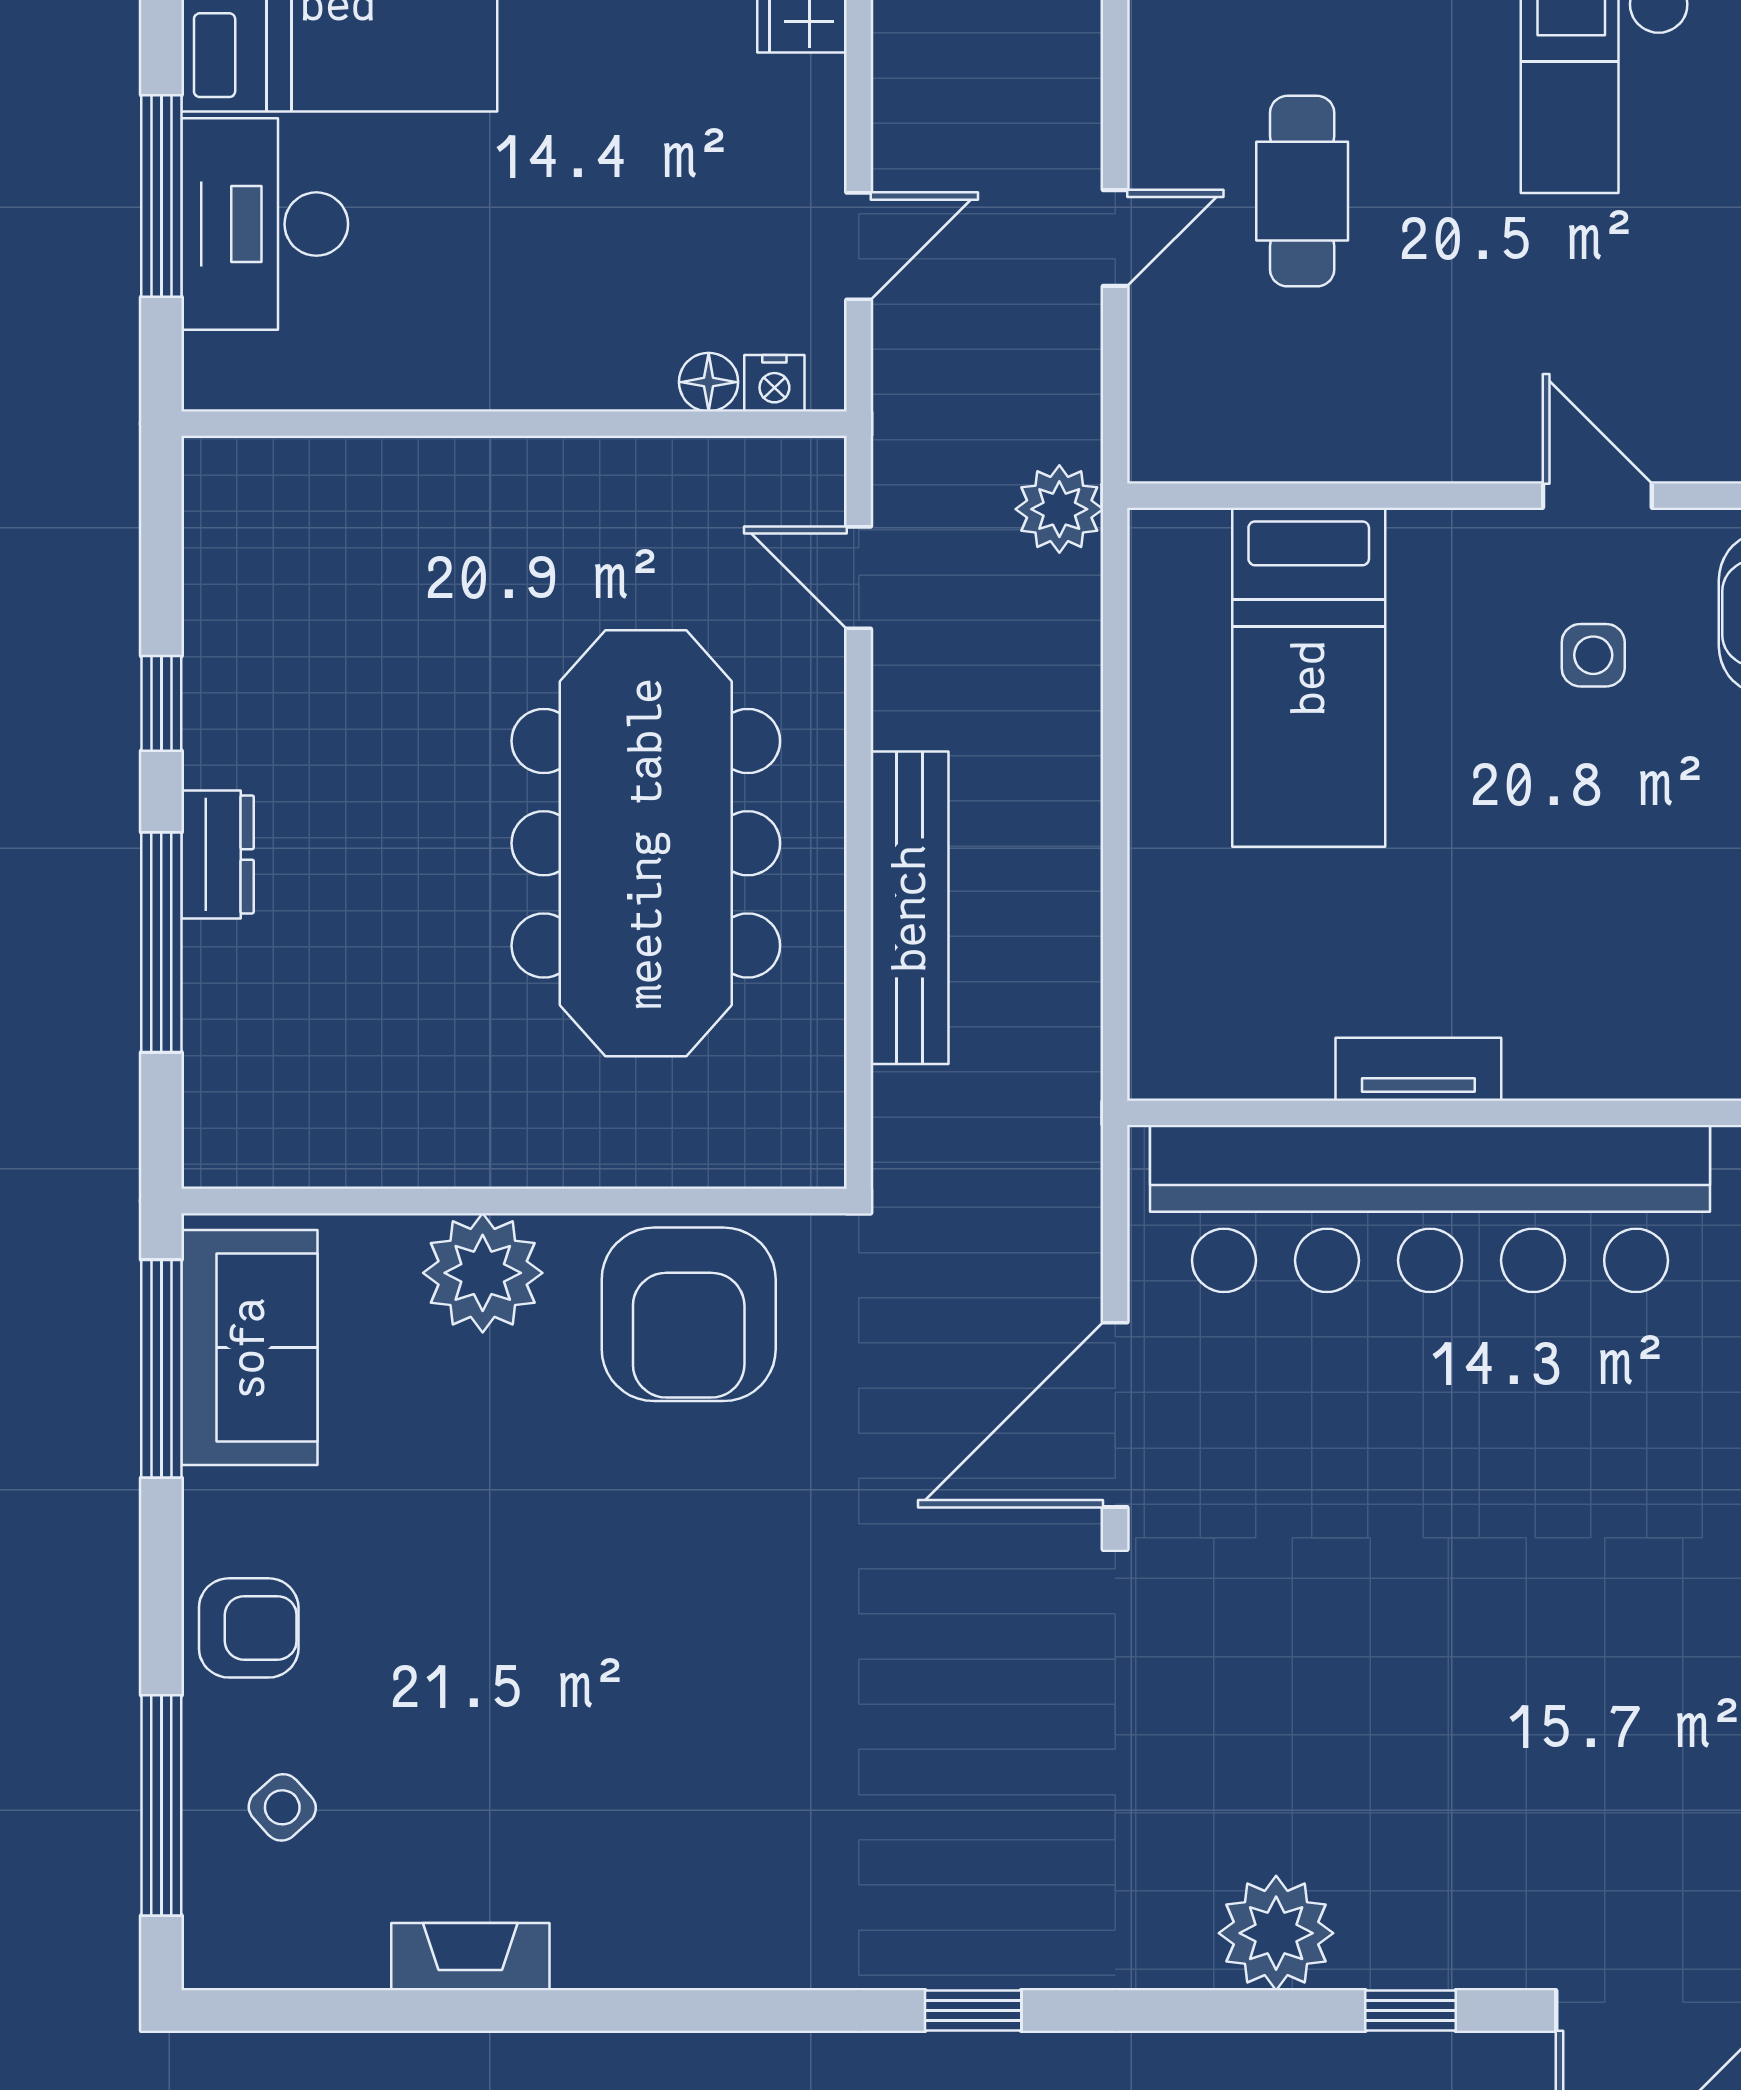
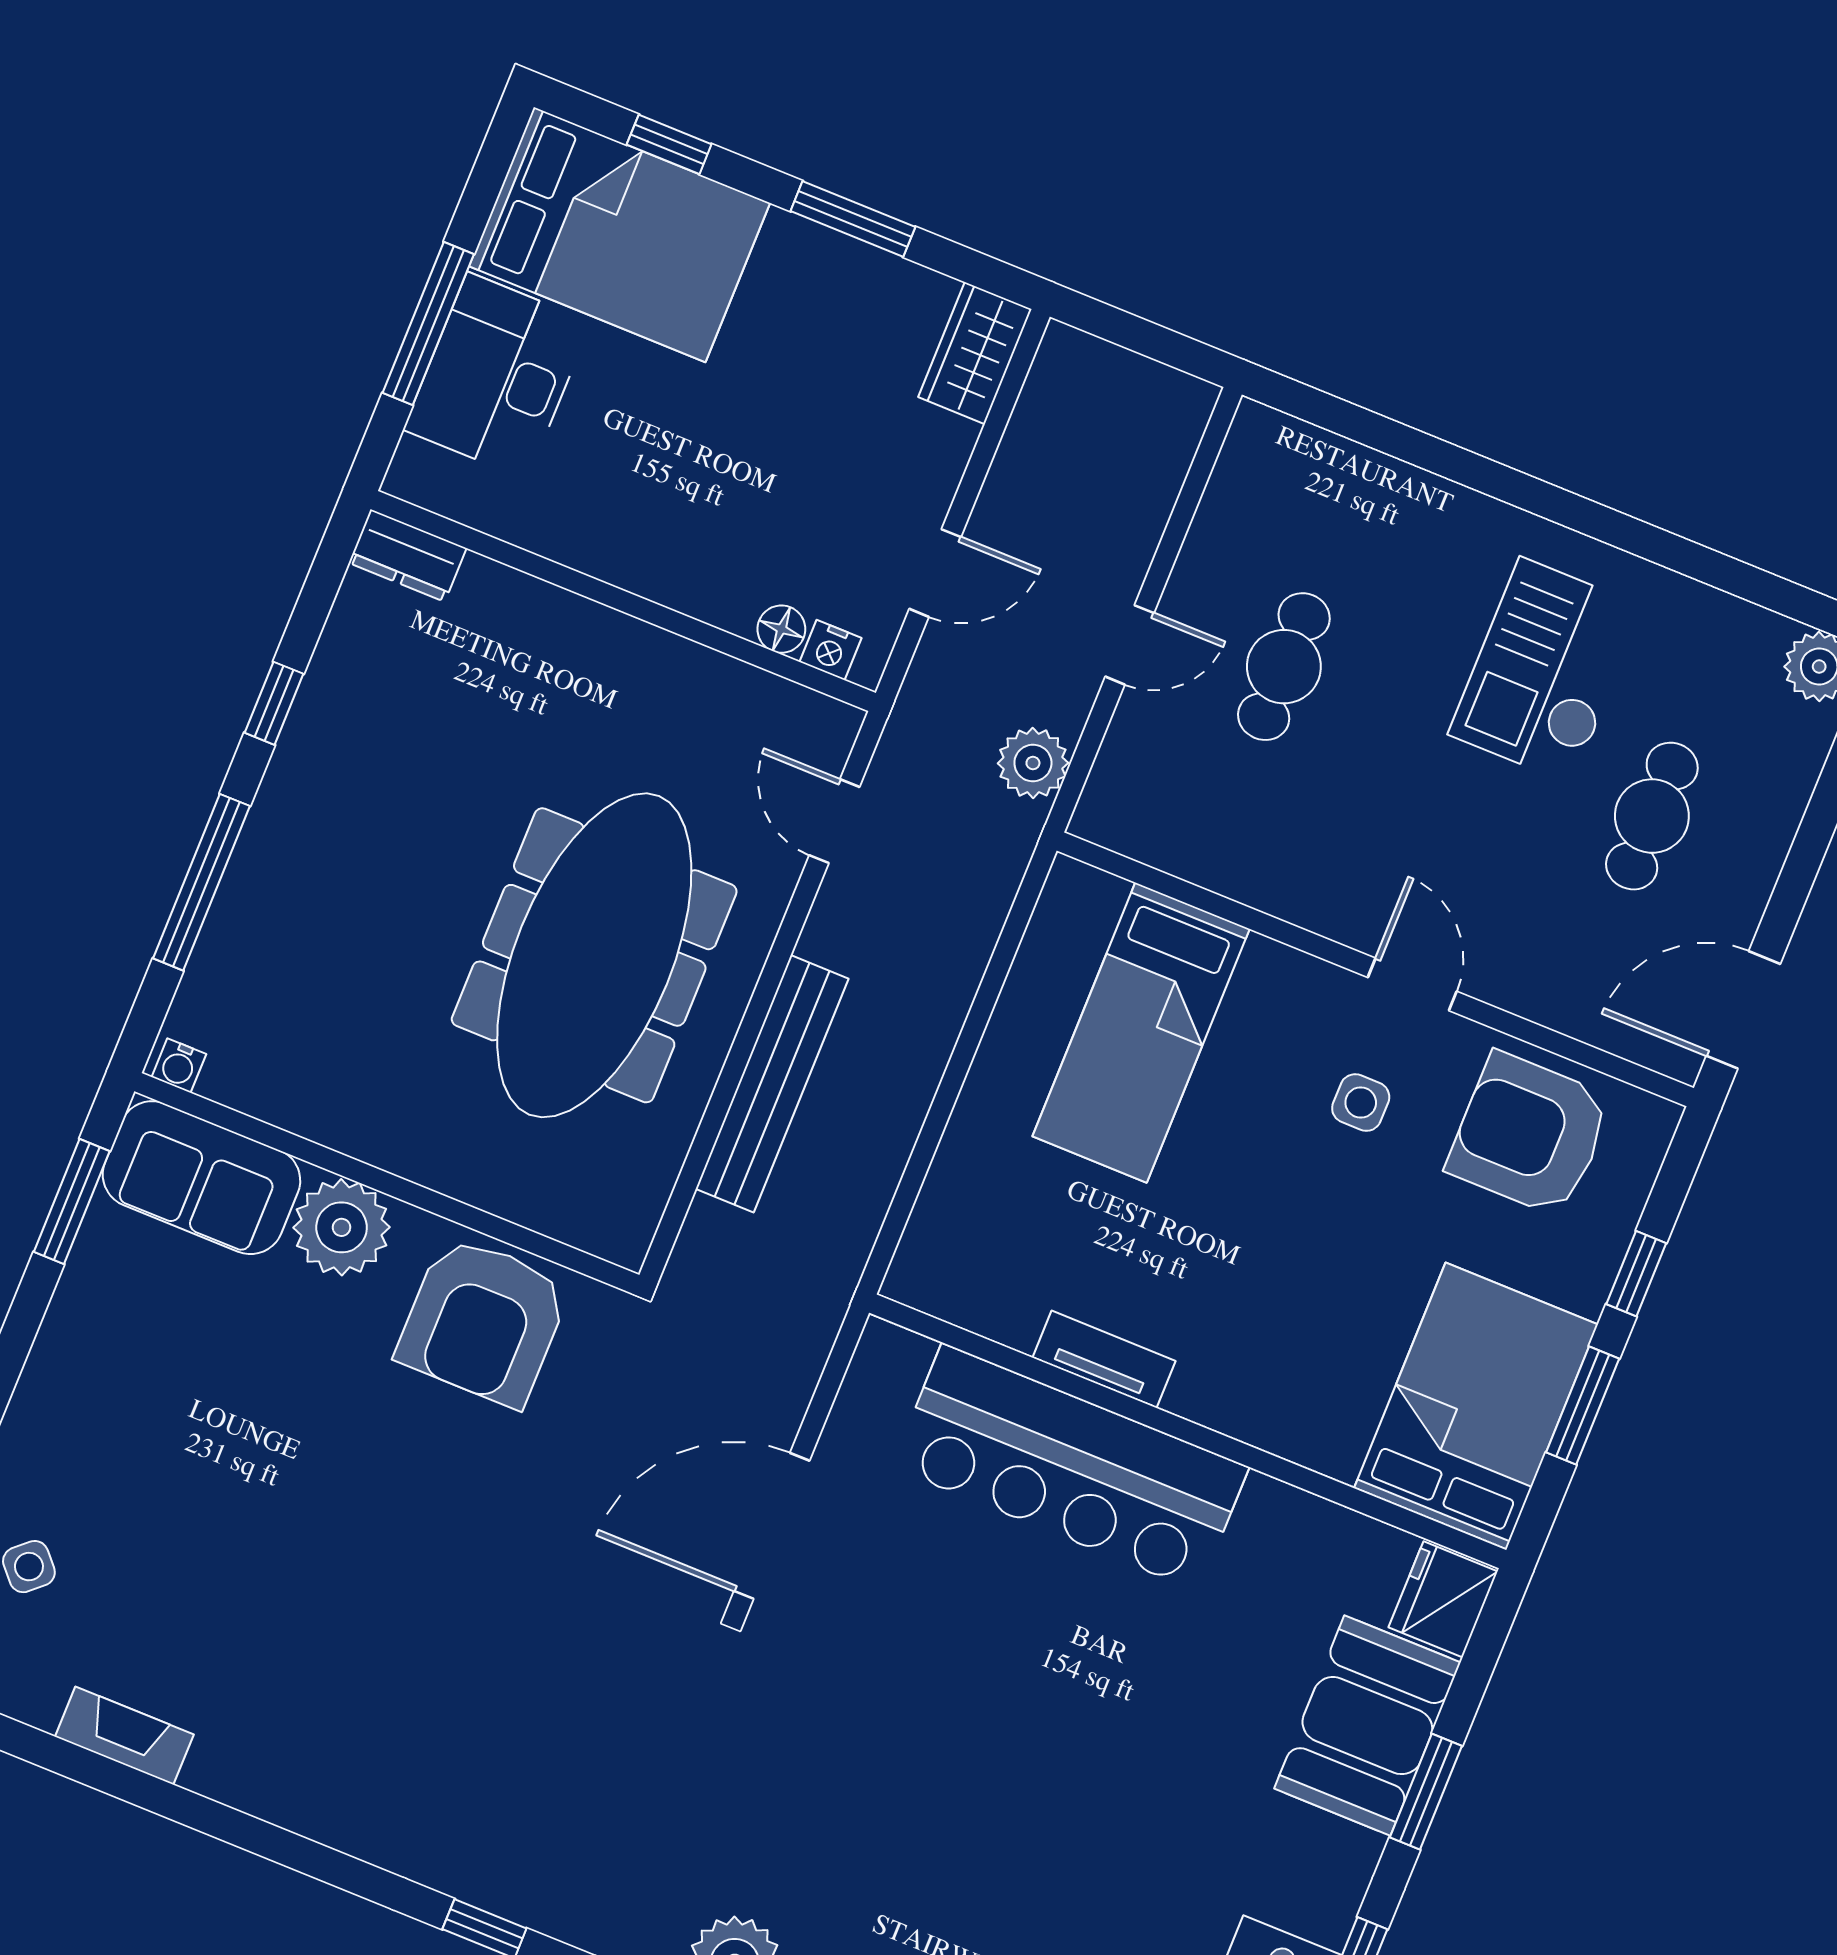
plant: (1059, 509) -> (1033, 763), moved
dresser: (218, 854) -> (408, 555), moved, turned 90
water cooler: (221, 1163) -> (179, 1065), added
bar counter: (1430, 1209) -> (1070, 1467), width x0.73
sofa: (249, 1348) -> (201, 1178), moved, turned 90
window: (161, 1369) -> (72, 1202), width x0.69
armchair: (249, 1628) -> (58, 1422), removed

